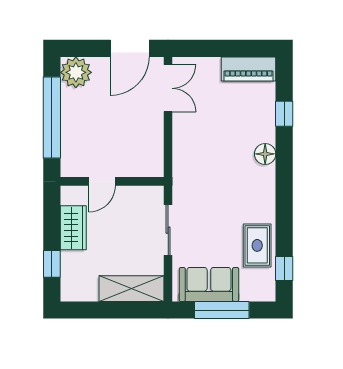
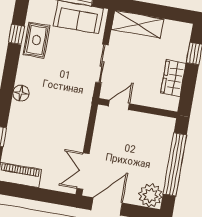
floor lamp: (265, 154) -> (21, 93), moved
door: (102, 181) -> (119, 105), moved
window: (284, 269) -> (16, 34), moved

